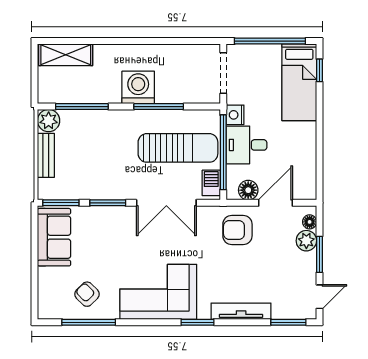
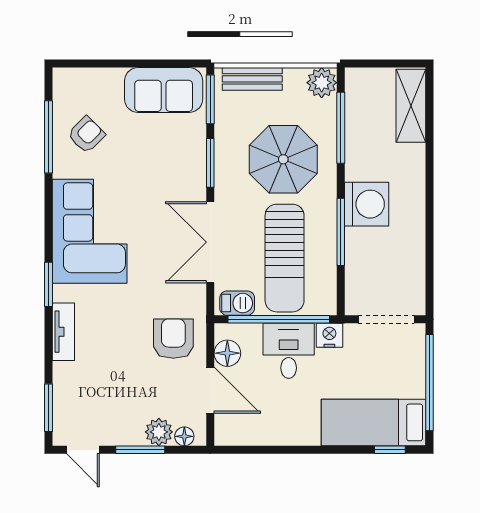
parasol: (105, 149) -> (283, 159), added
bench: (46, 155) -> (252, 79), moved
tv unit: (241, 311) -> (63, 332), width x0.71

